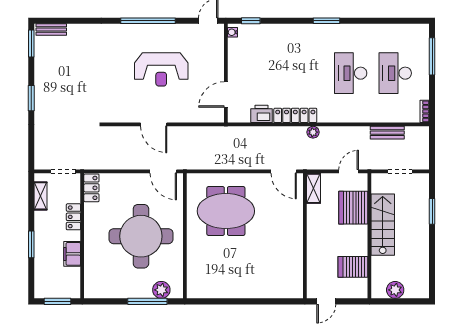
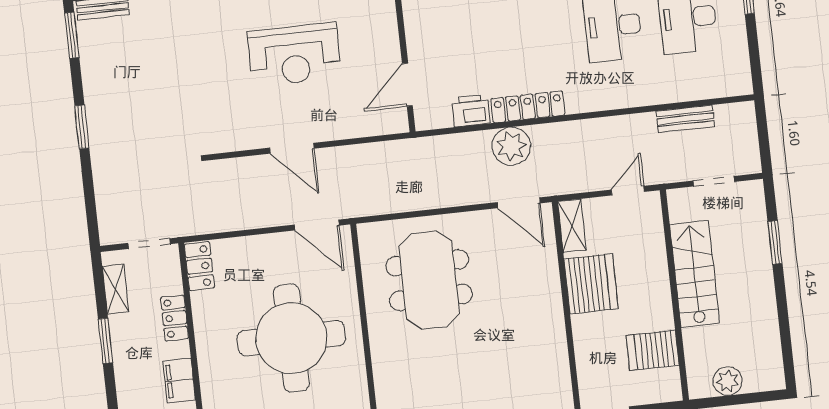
bookcase: (425, 111) -> (744, 76), removed
plant: (313, 132) -> (511, 146), moved, width x1.88, depth x1.88
server rack: (353, 208) -> (591, 284), moved, turned 180
meeting table: (226, 211) -> (429, 280), turned 90
window: (31, 244) -> (105, 341), moved

